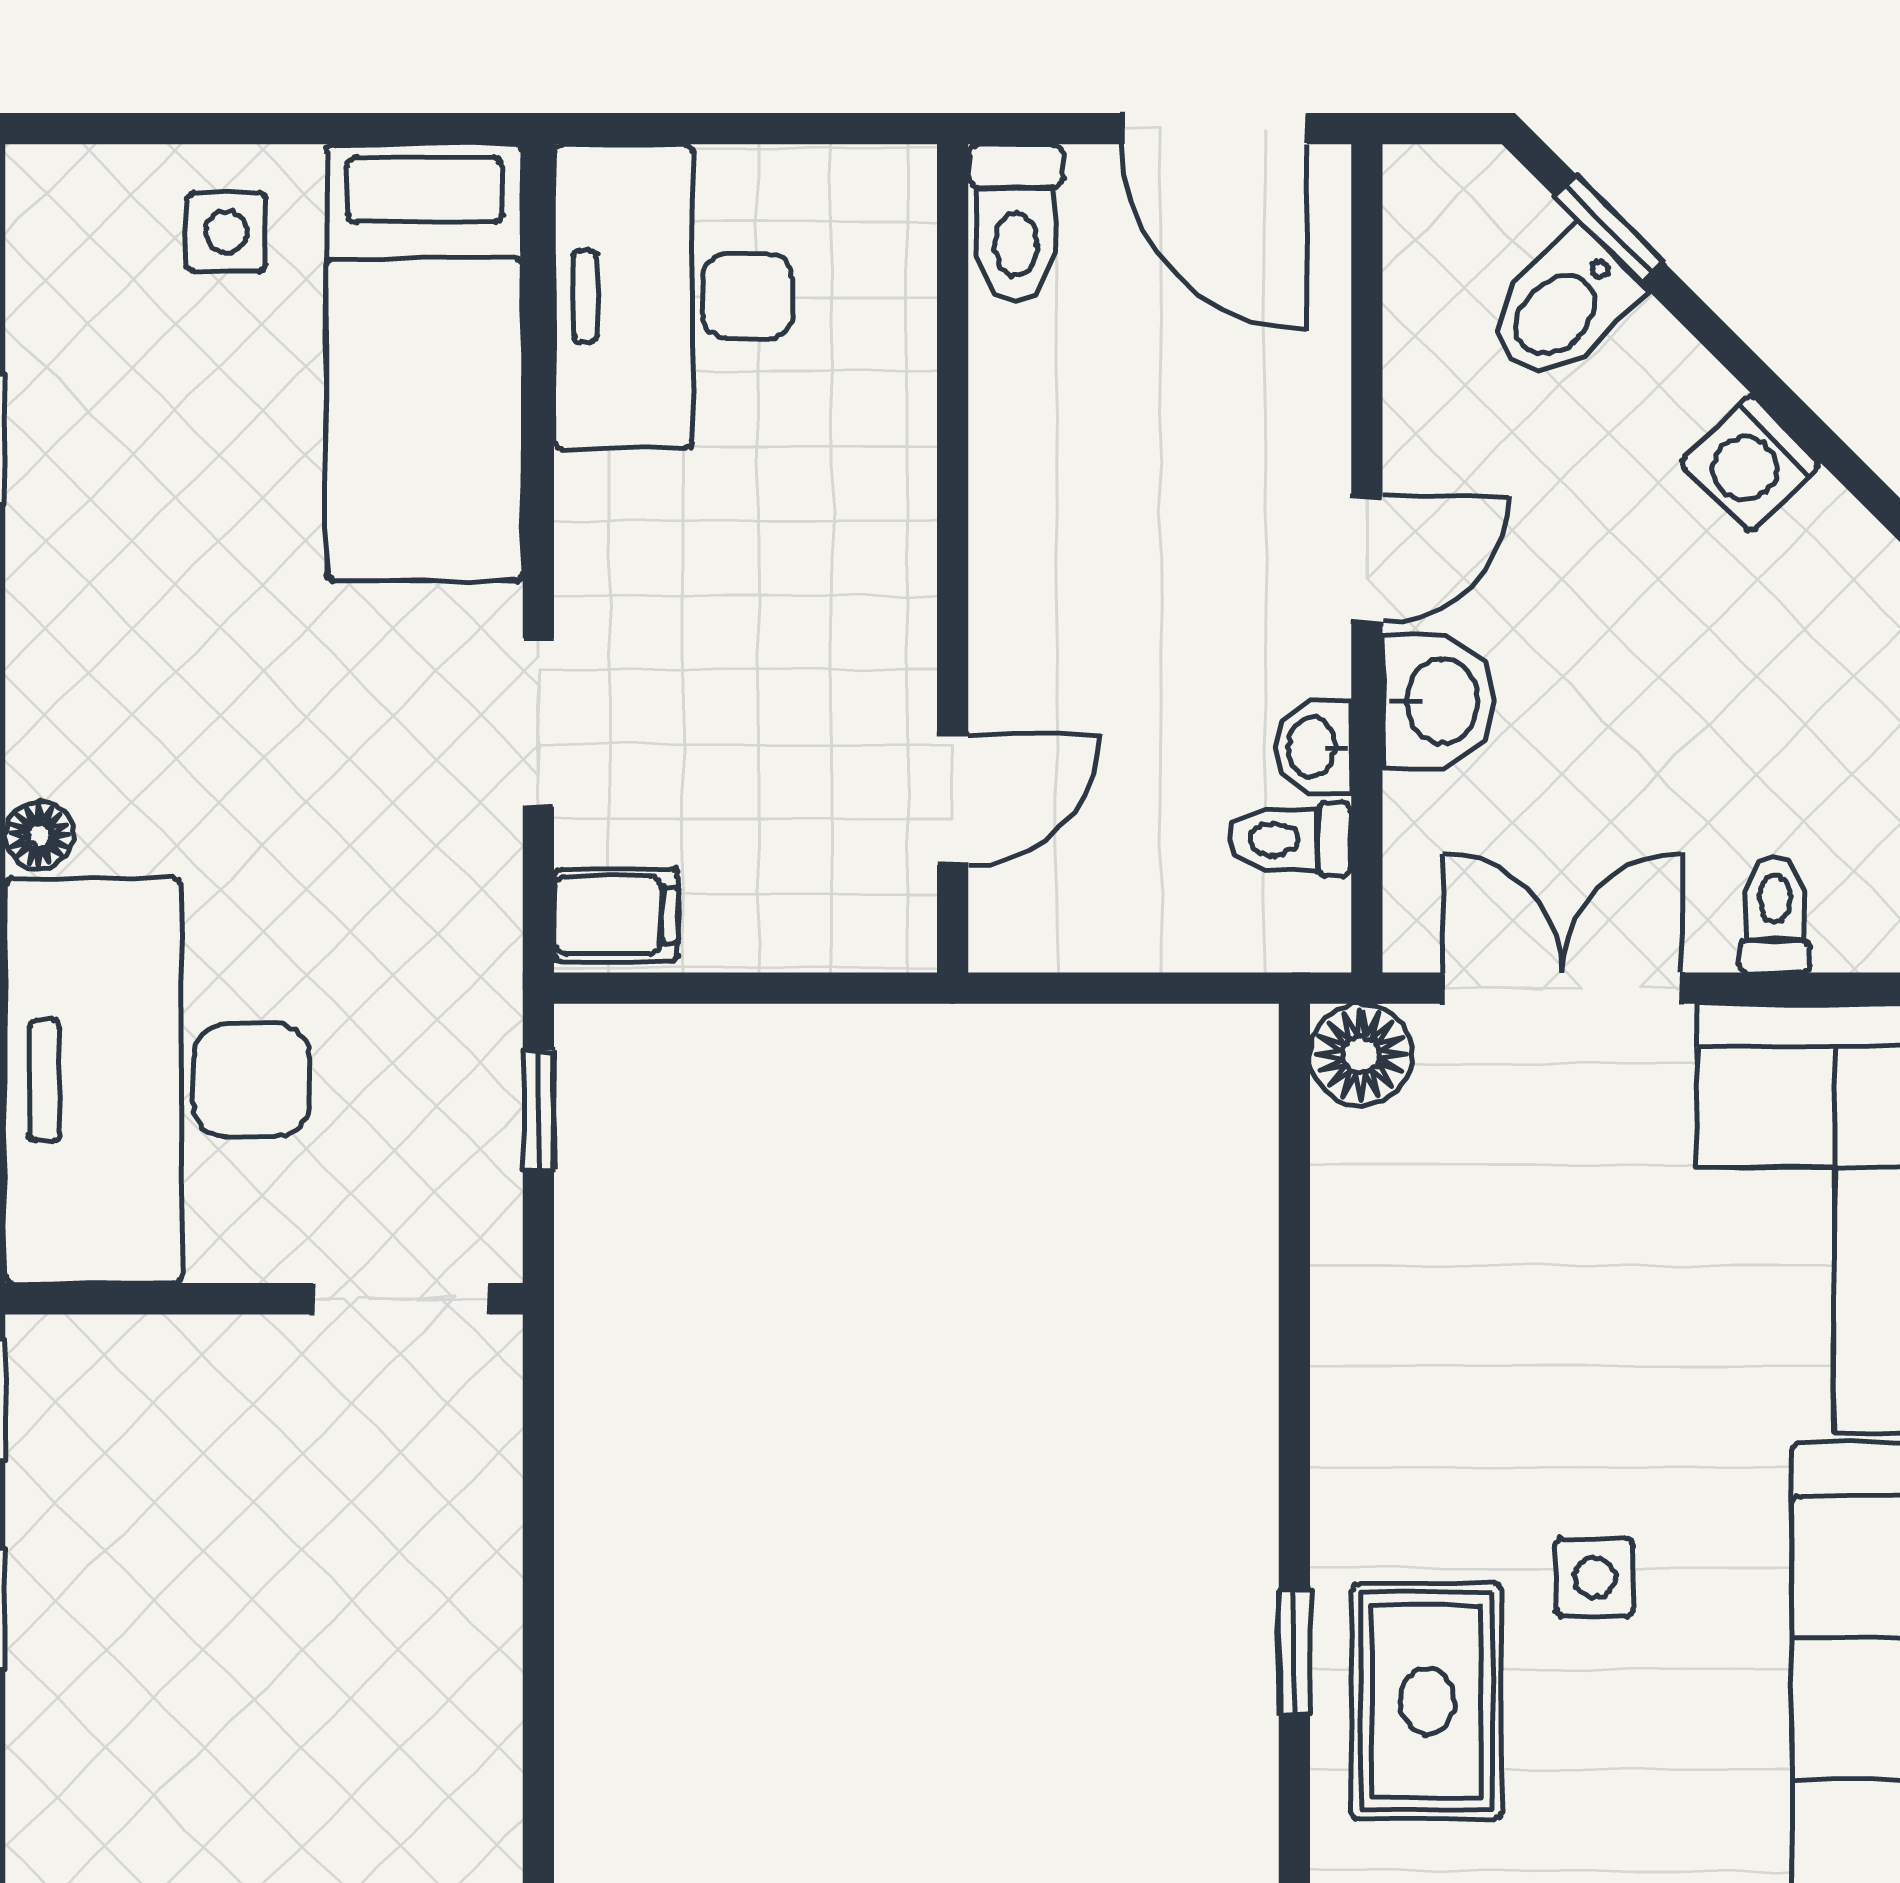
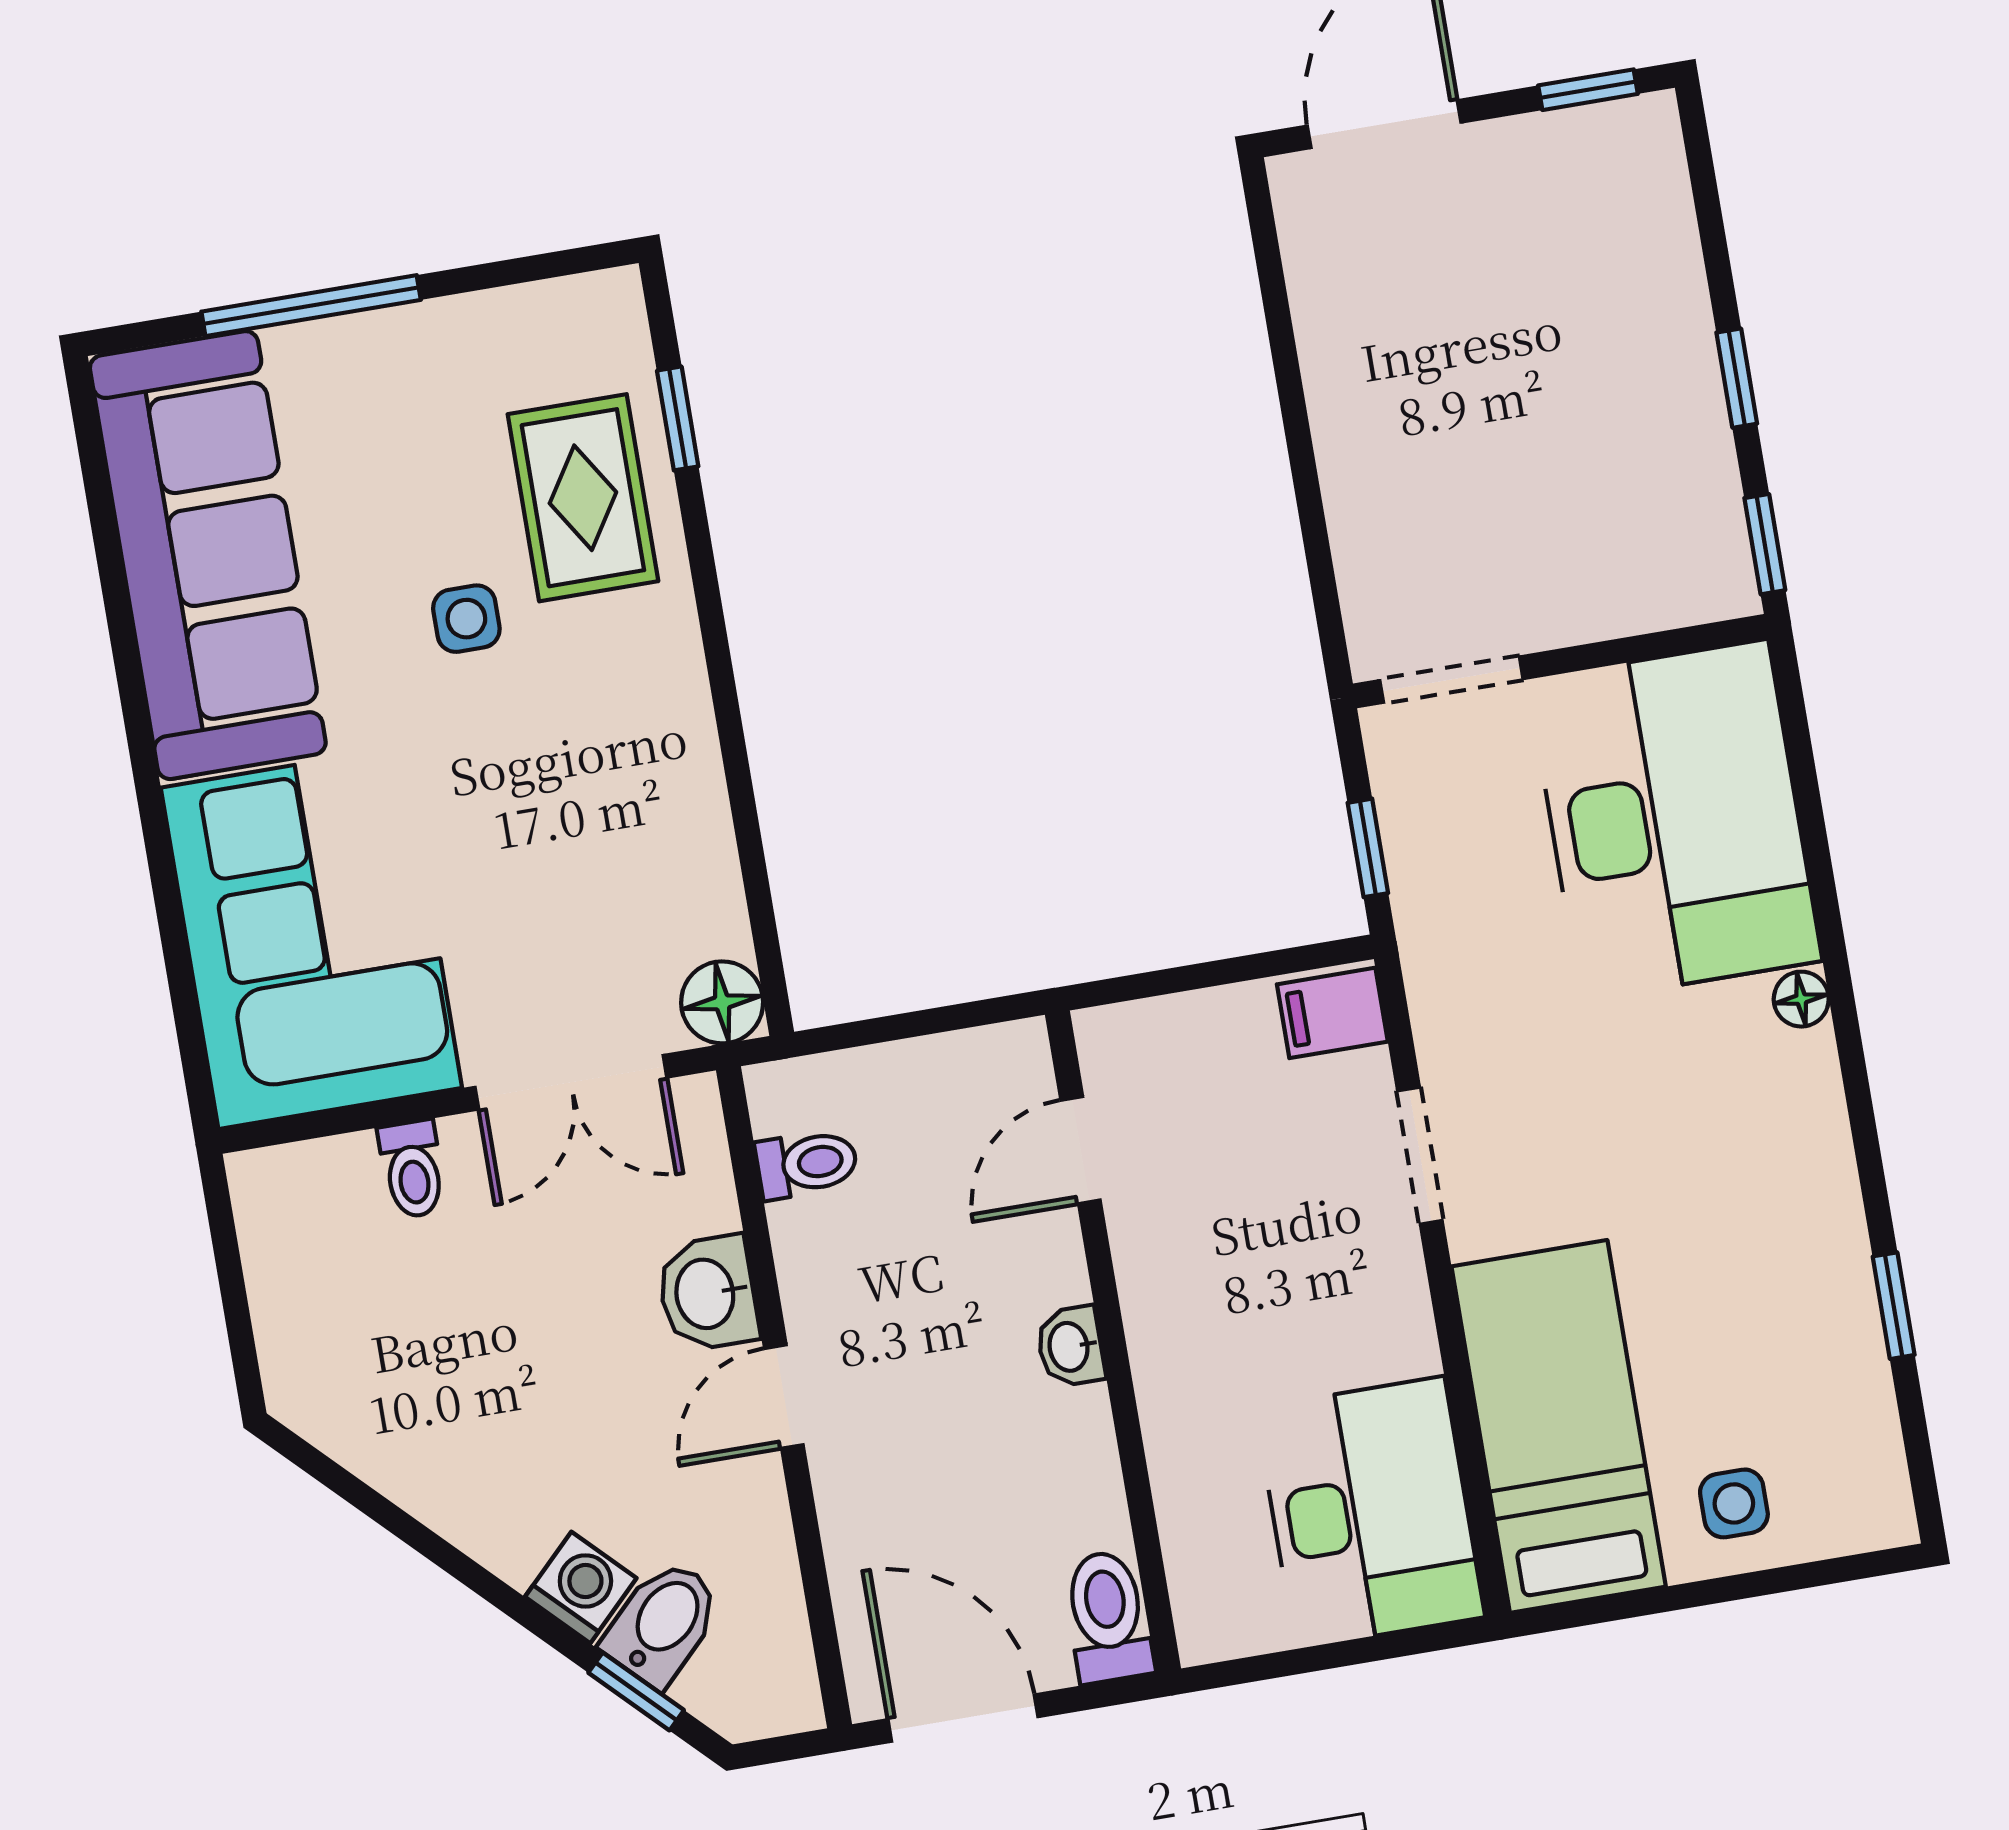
washing machine: (1750, 463) -> (581, 1588), moved
washbasin: (1314, 747) -> (1070, 1347), moved, turned 180
window: (1294, 1652) -> (678, 418), moved

